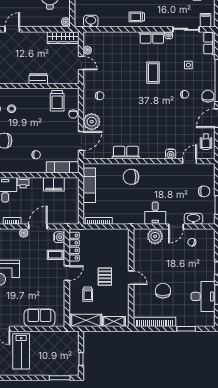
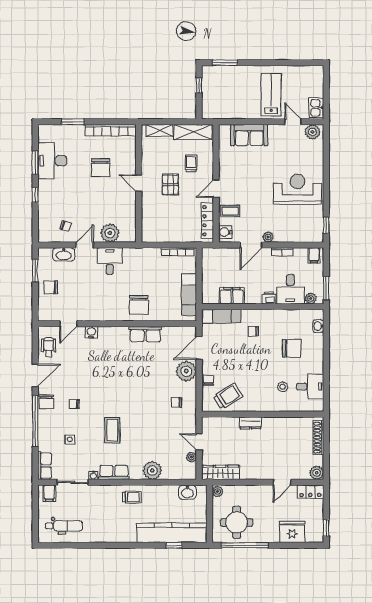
plant: (120, 39) -> (152, 470), added
trolley: (57, 101) -> (228, 396), turned 58
chair: (131, 177) -> (139, 305), turned 91

